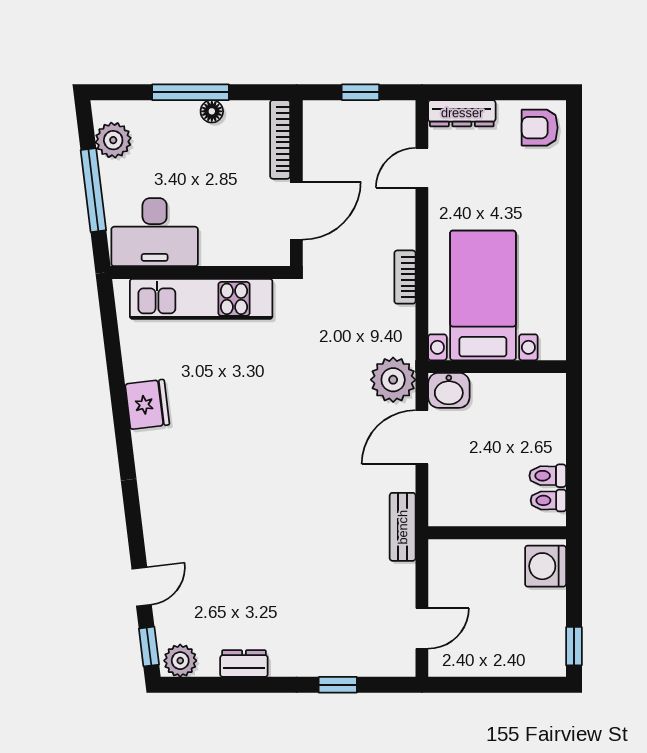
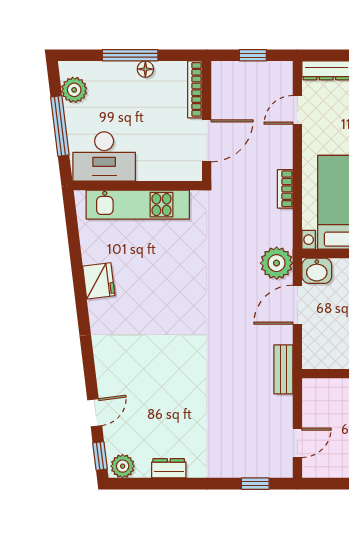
window: (338, 685) -> (255, 484), moved

